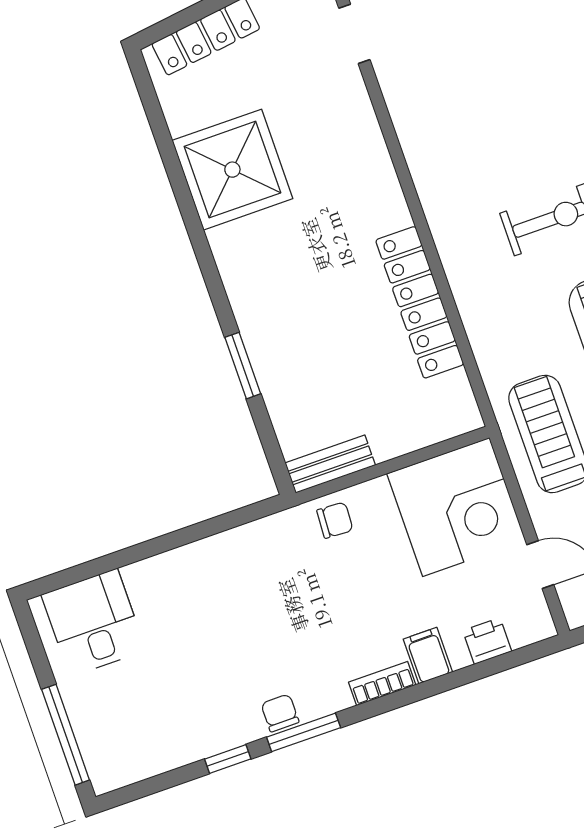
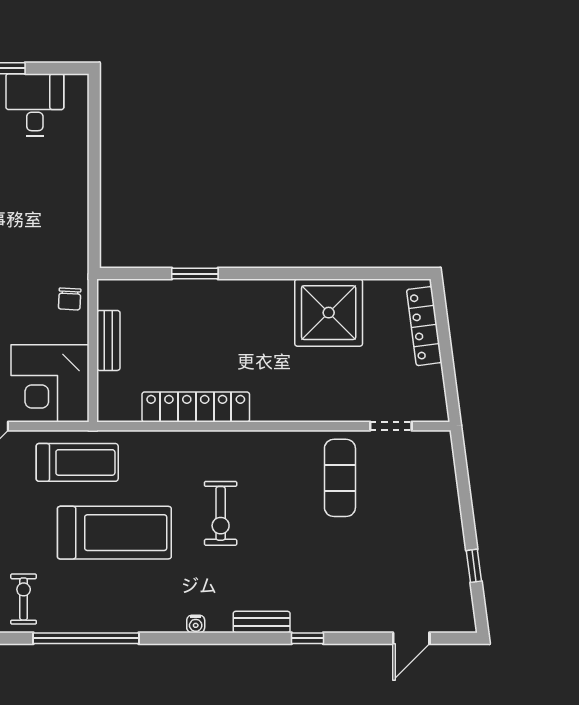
exercise mat: (447, 78) -> (340, 478), added
bench: (330, 464) -> (108, 340), moved
desk: (94, 623) -> (35, 105), moved, turned -90

